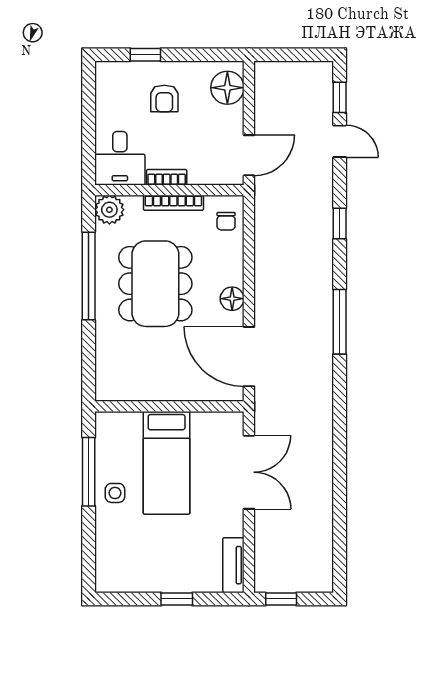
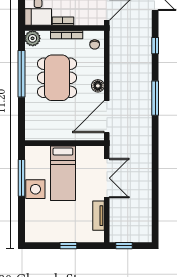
door: (249, 357) -> (107, 117), hinge flipped
side table: (115, 493) -> (35, 189), width x1.87, depth x1.87
tv unit: (233, 565) -> (99, 216), moved

